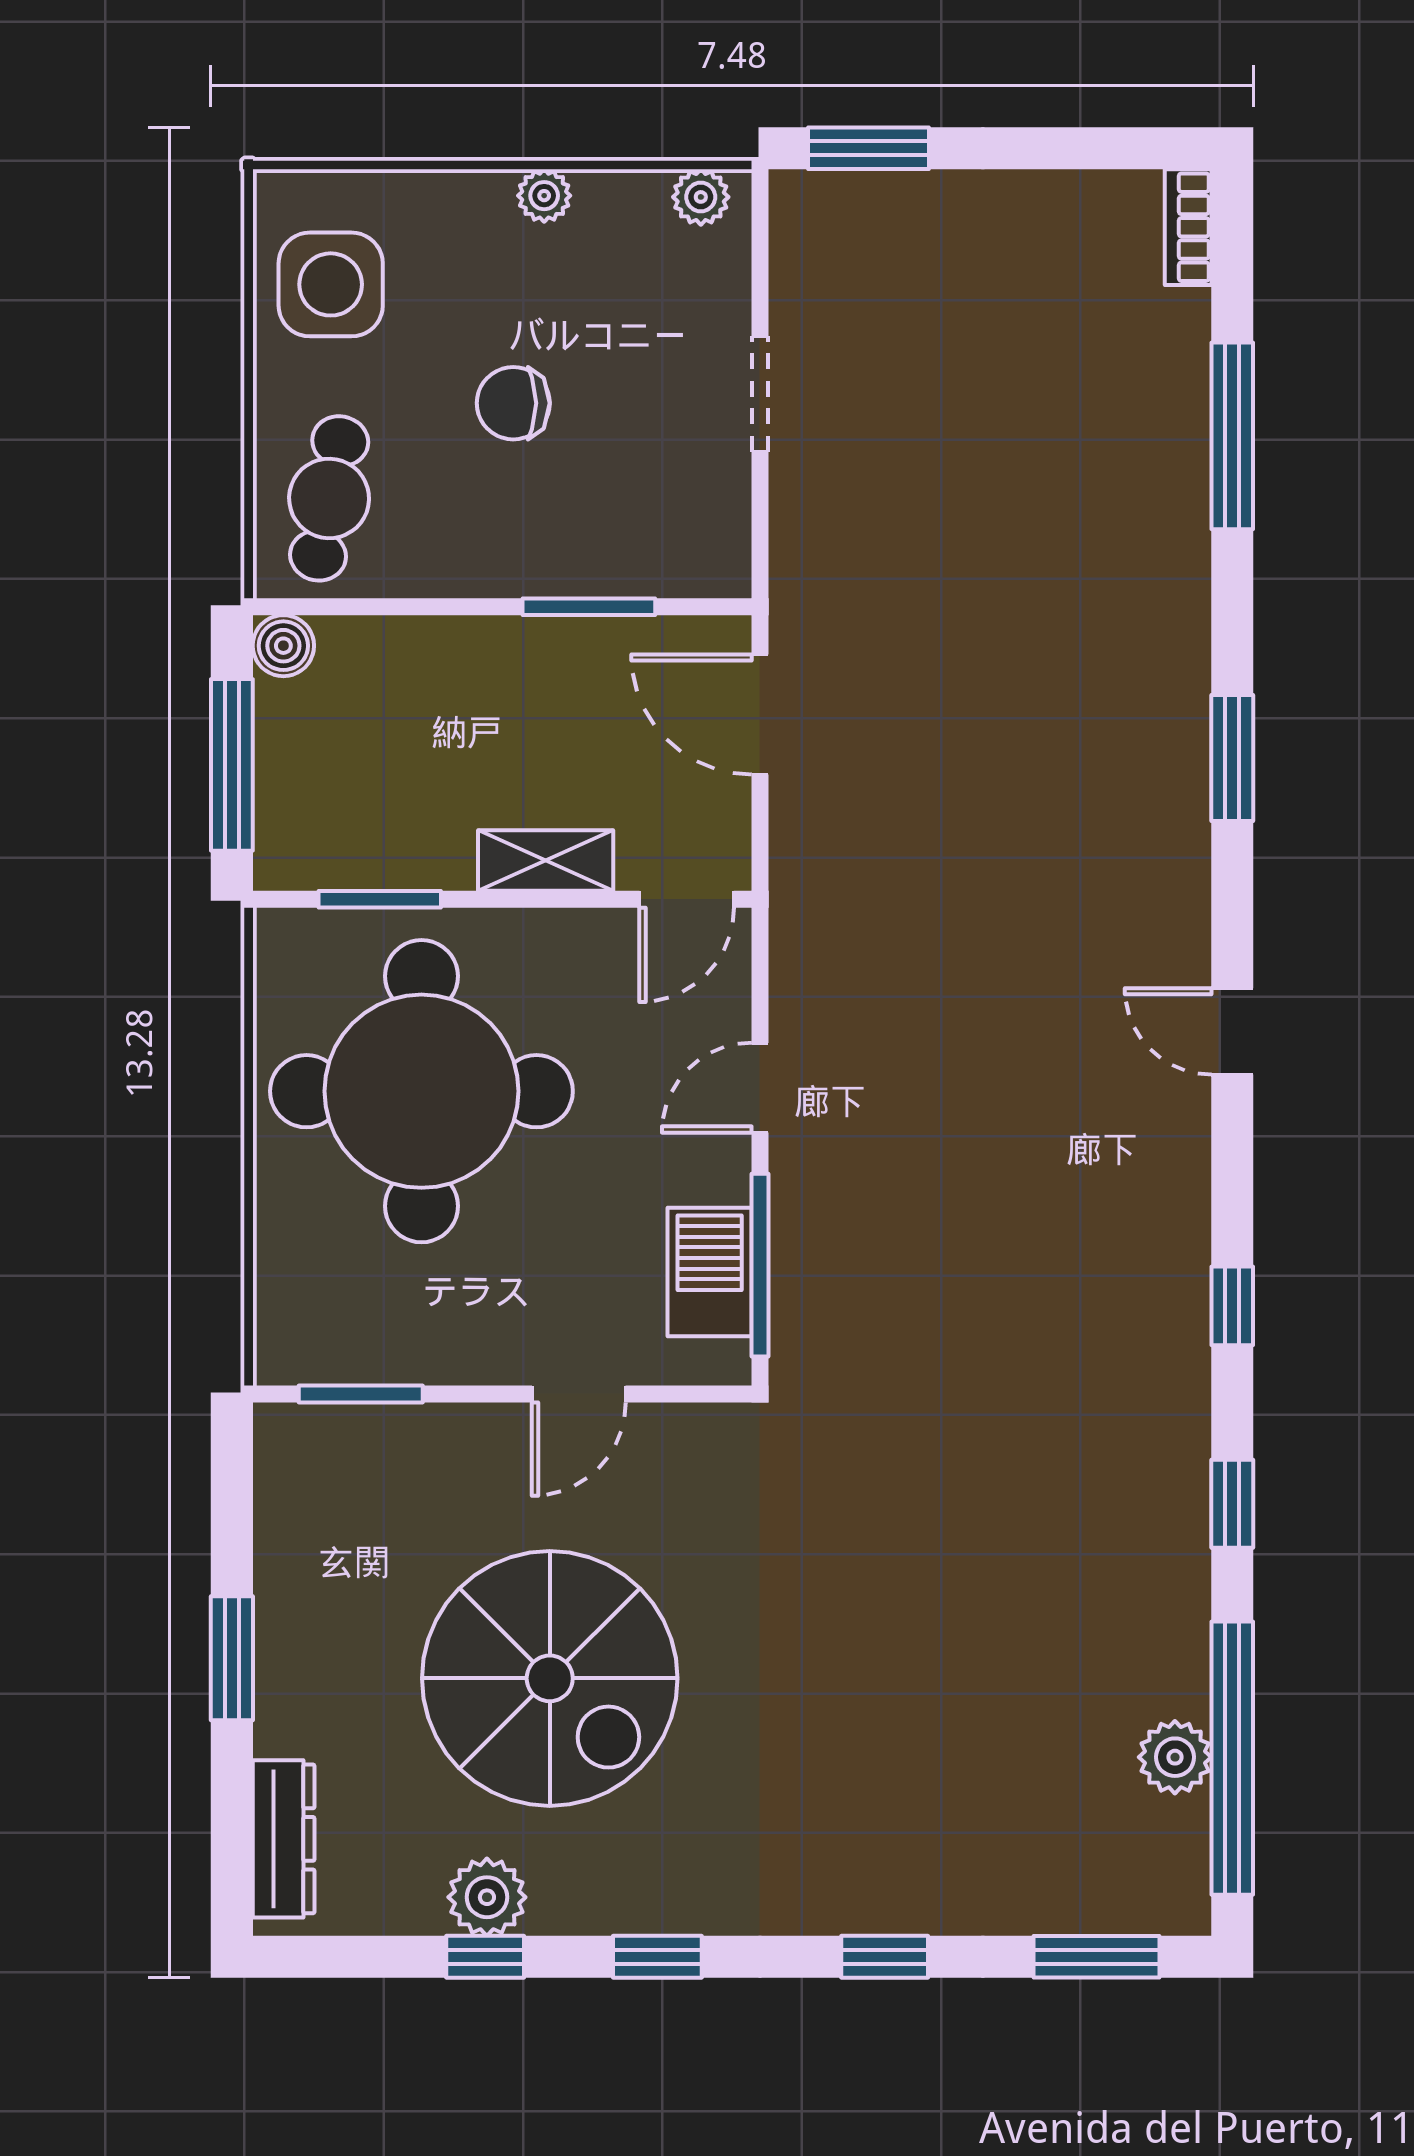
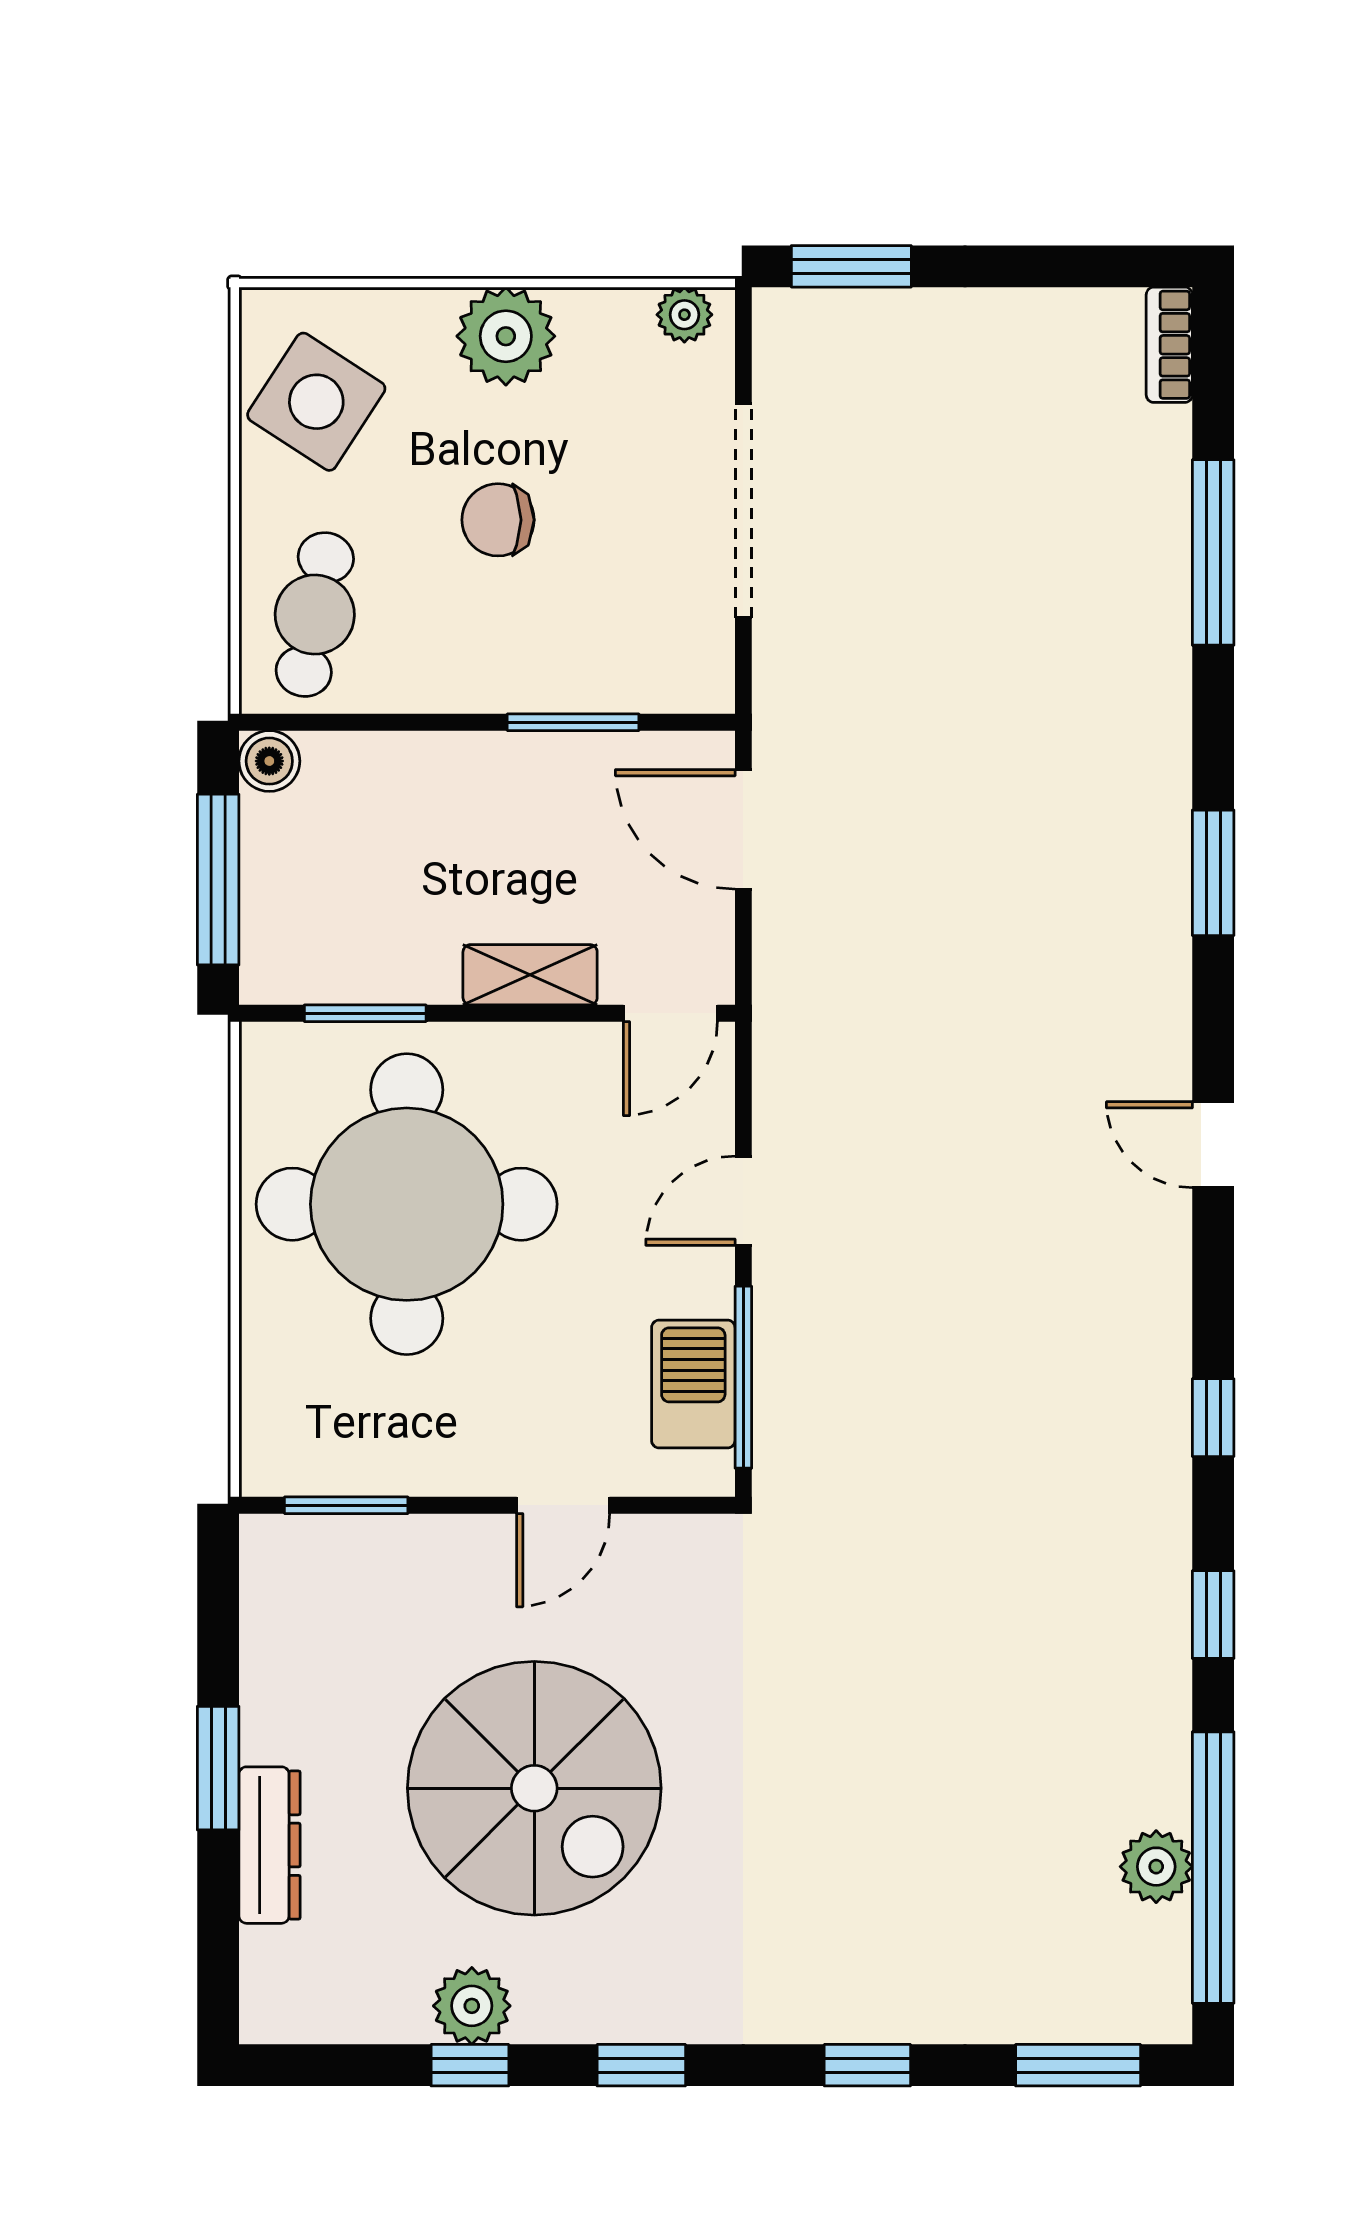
plant: (544, 196) -> (506, 336), width x1.87, depth x1.87
side table: (331, 284) -> (316, 402), turned 33
doorway: (760, 394) -> (743, 511), width x1.88
dresser: (284, 1839) -> (270, 1845), moved

